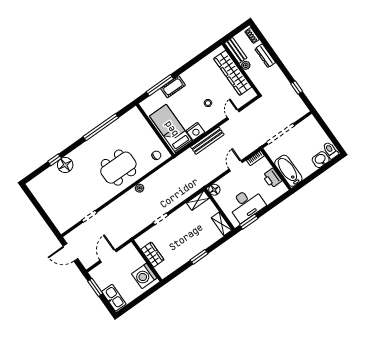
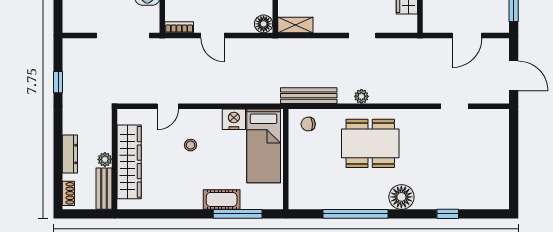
bench: (207, 141) -> (309, 96), moved
floor lamp: (65, 165) -> (401, 197), moved
door: (236, 166) -> (213, 36), hinge flipped

